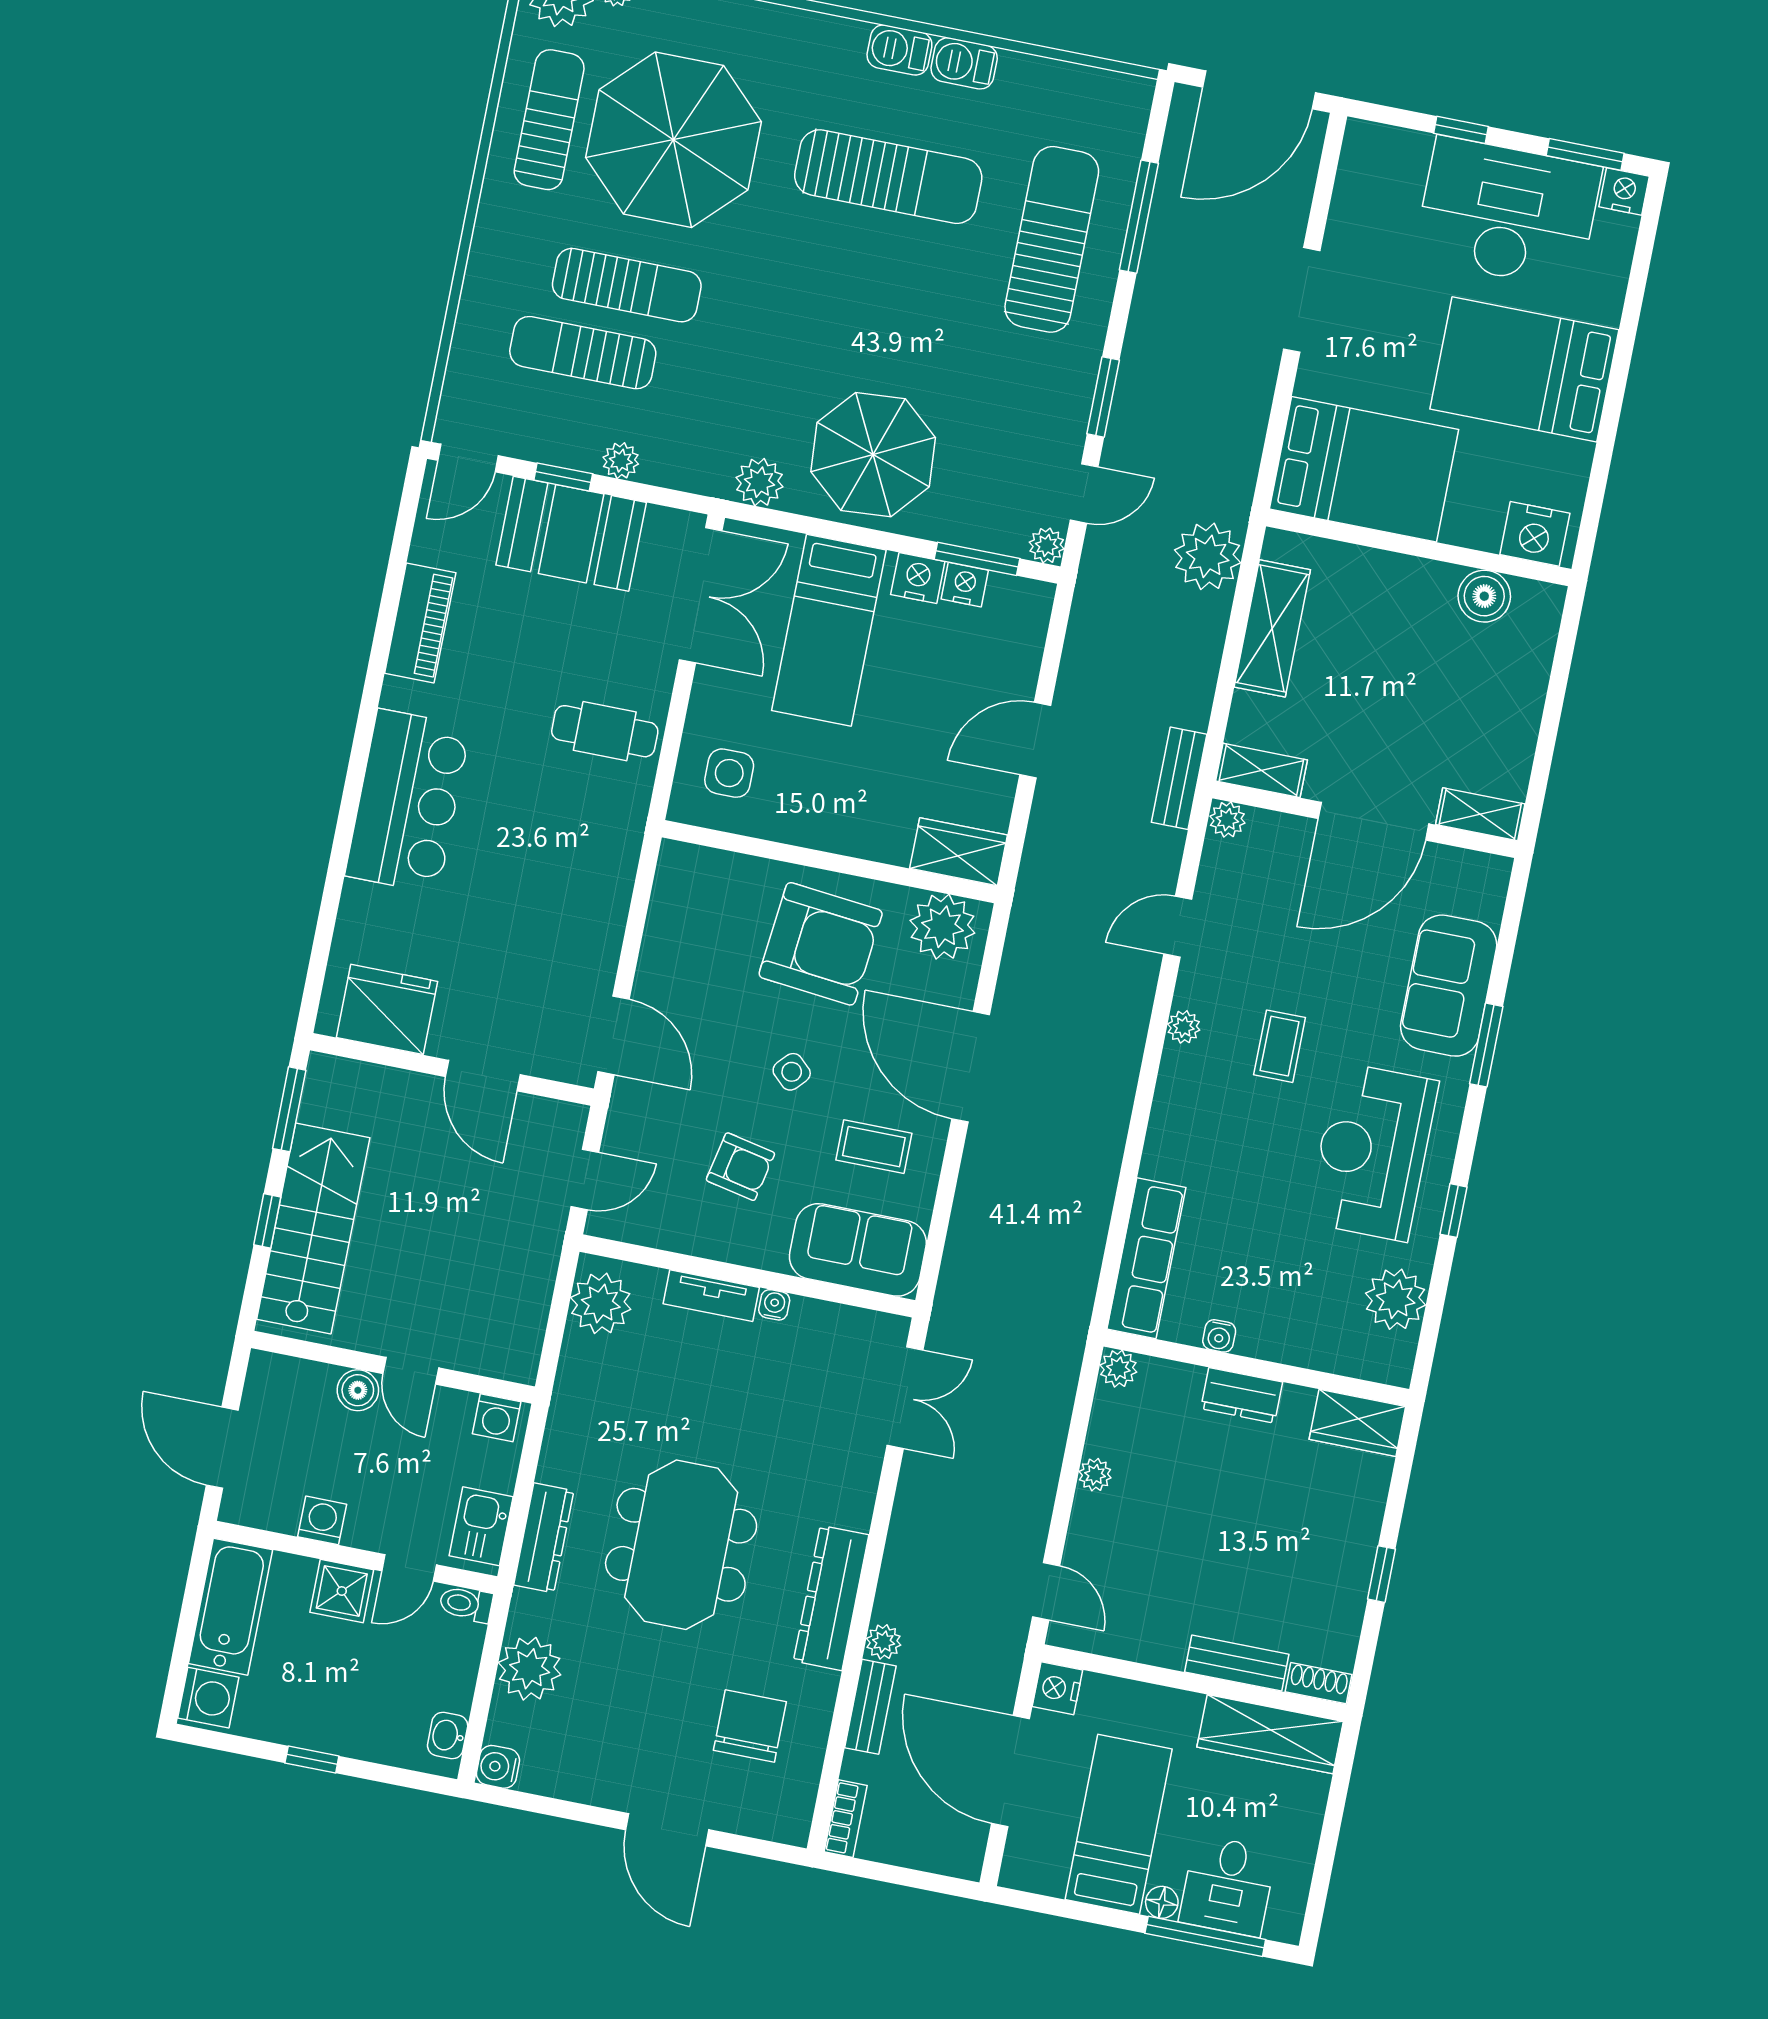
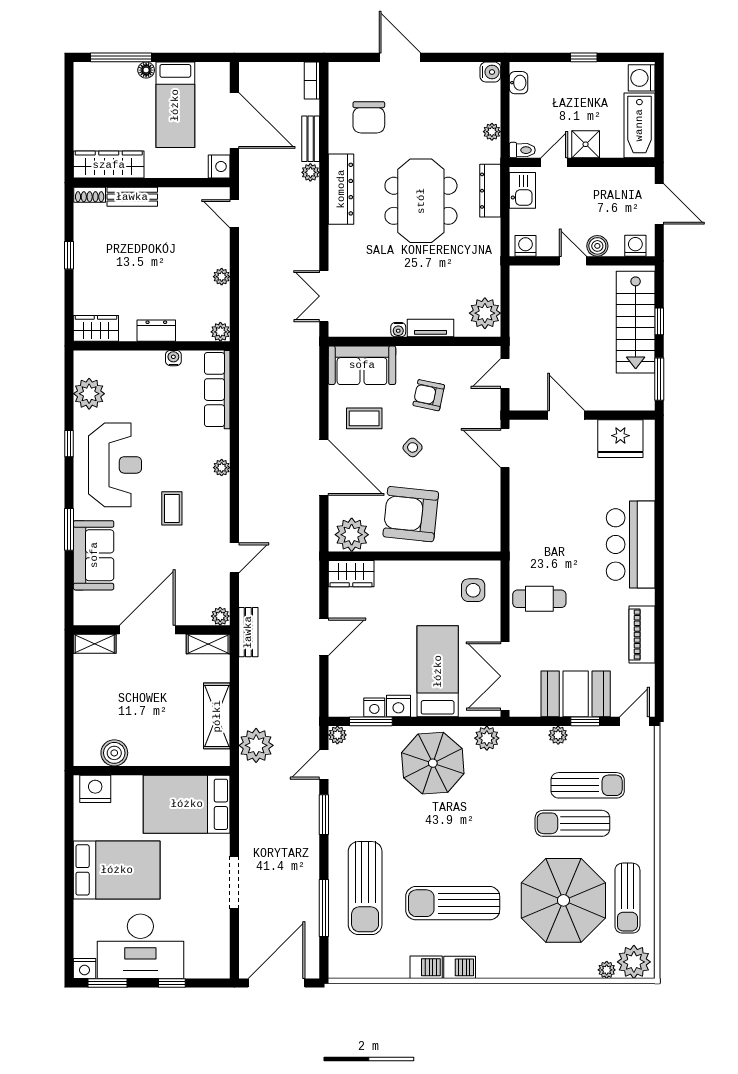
plant: (1184, 1027) -> (222, 468), moved
washing machine: (322, 1520) -> (635, 246), moved, turned 180
plant: (530, 1669) -> (492, 132), width x0.53, depth x0.53
desk: (1228, 1886) -> (115, 85), removed

